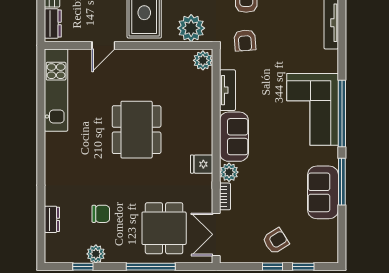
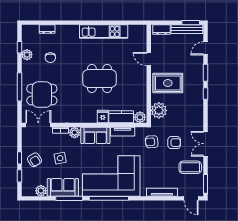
kitchen unit: (56, 90) -> (104, 31), moved
kitchen counter: (202, 92) -> (121, 117), added
corner sofa: (313, 109) -> (111, 176), width x1.36, depth x1.36
fridge: (202, 164) -> (103, 116), moved
side table: (273, 197) -> (60, 158), added
plant: (329, 230) -> (41, 191), added

